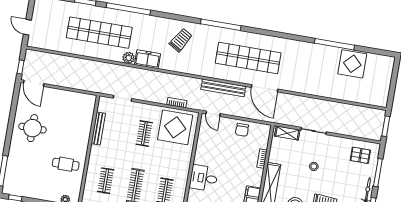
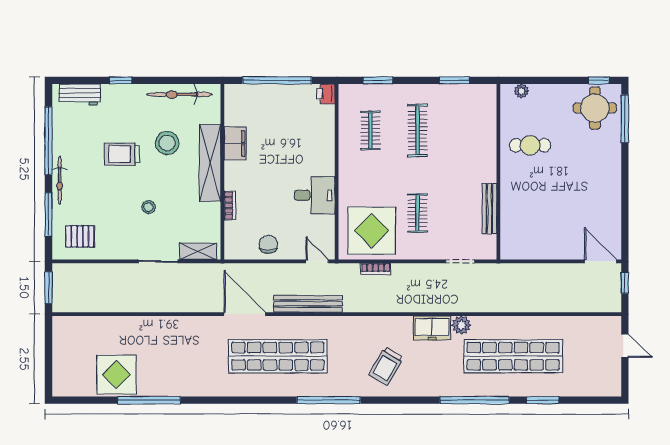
round table: (32, 128) -> (595, 108), moved
desk: (204, 178) -> (315, 195), moved
clothes rail: (106, 181) -> (464, 130), removed

